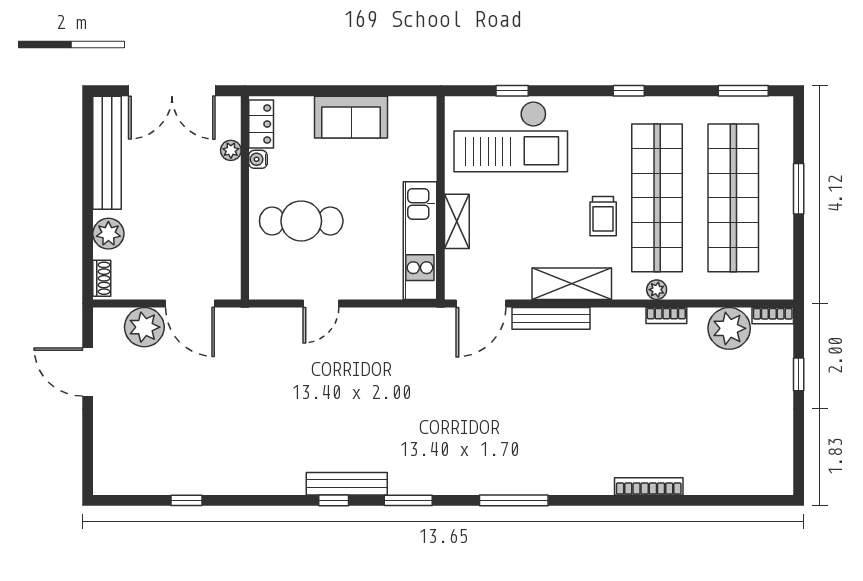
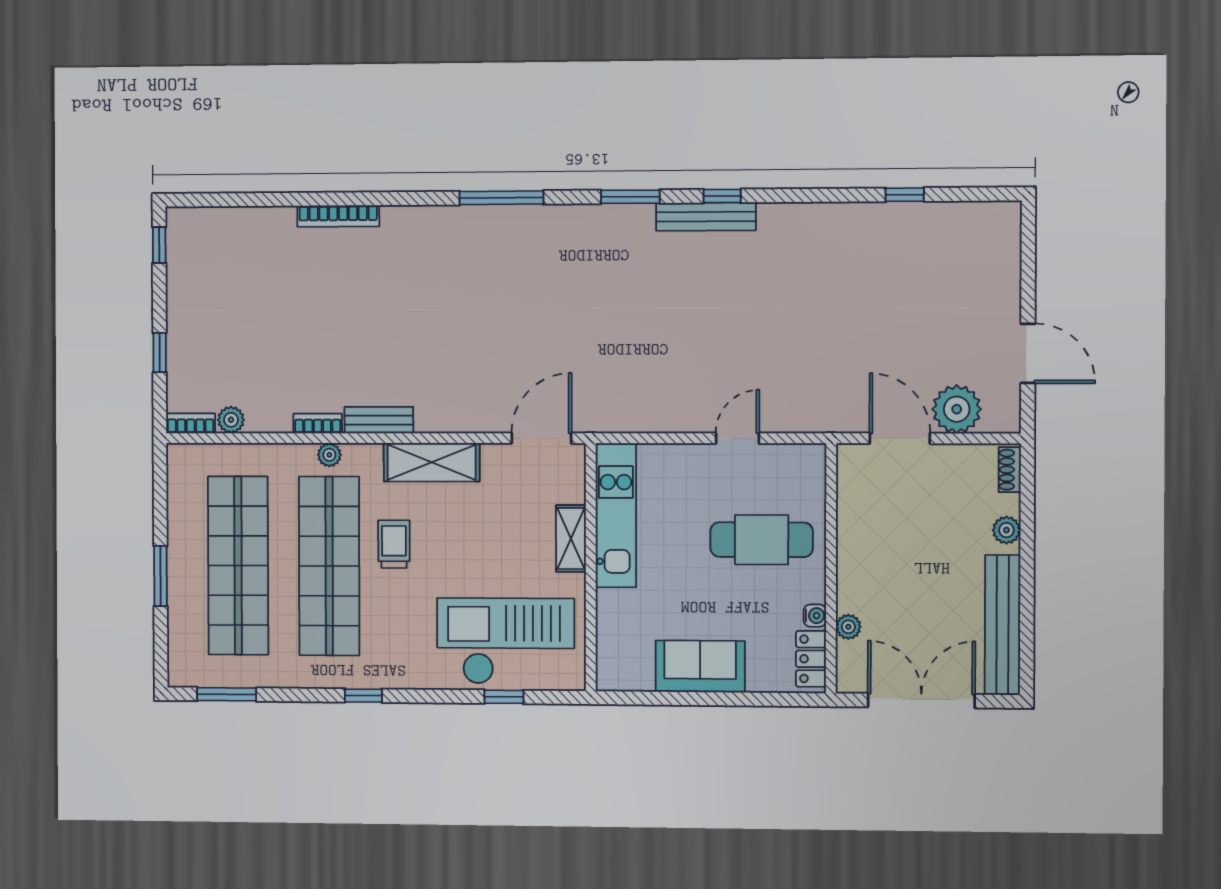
plant: (108, 234) -> (1006, 530), width x0.73, depth x0.73
bench: (551, 318) -> (379, 420), moved, width x0.73
plant: (729, 328) -> (231, 420), width x0.53, depth x0.53
window: (799, 463) -> (159, 245), added

